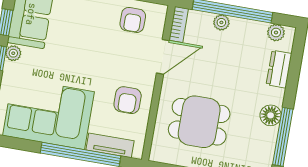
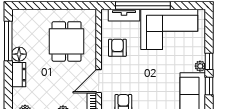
dresser: (279, 69) -> (19, 75), moved
dining table: (199, 122) -> (67, 41), turned 90

